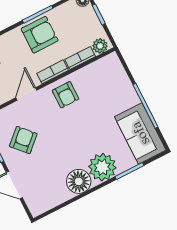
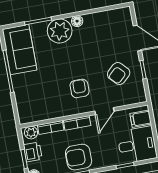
printer: (92, 25) -> (33, 152), added
armchair: (66, 95) -> (80, 88), moved
floor lamp: (79, 181) -> (77, 21), width x0.53, depth x0.53

